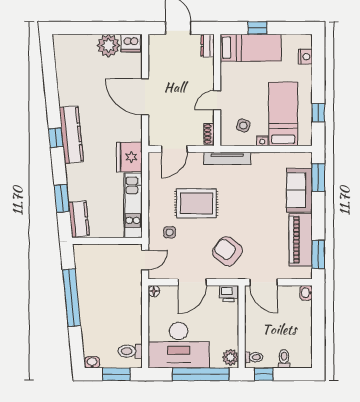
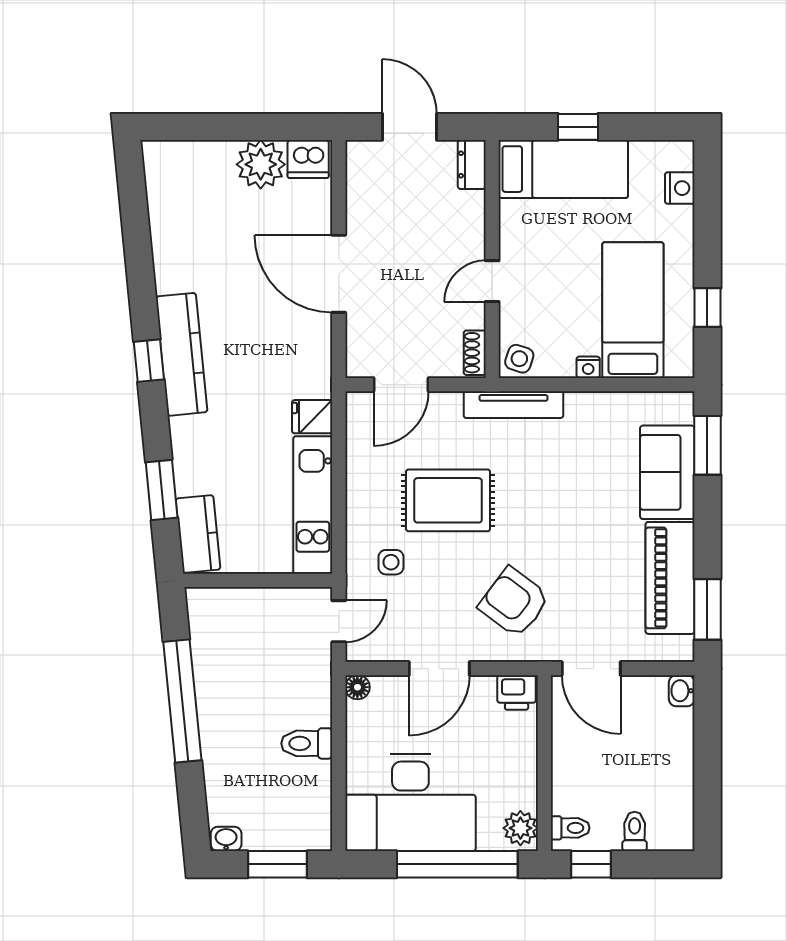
side table: (243, 125) -> (519, 359), moved
fridge: (129, 157) -> (312, 417), width x0.53, depth x0.75
toilet: (130, 351) -> (307, 743), moved

